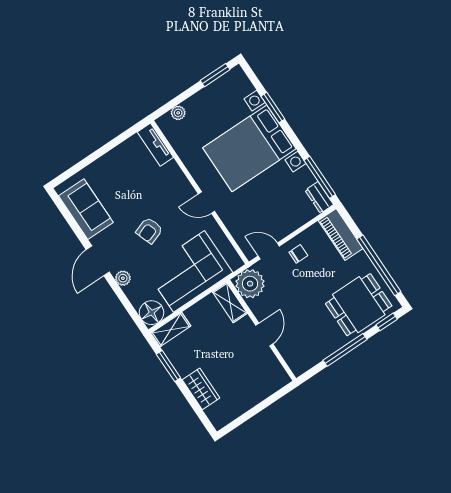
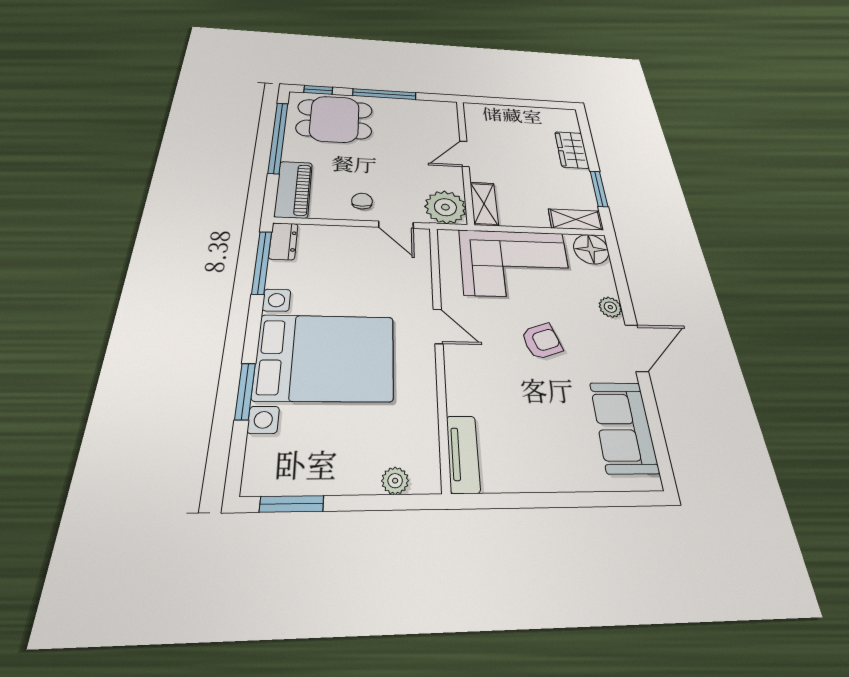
chair: (298, 254) -> (362, 201), turned 90

